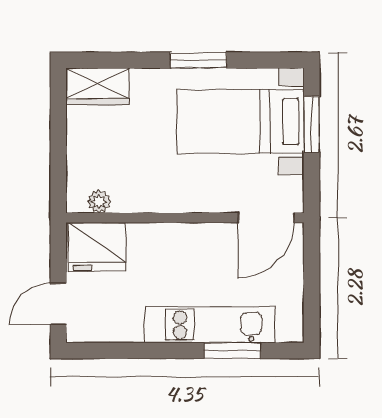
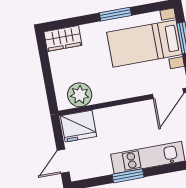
plant: (99, 202) -> (80, 95), width x1.87, depth x1.87
window: (232, 351) -> (128, 176), moved

